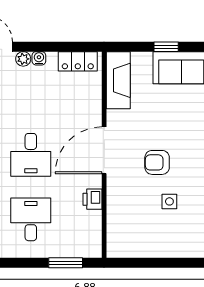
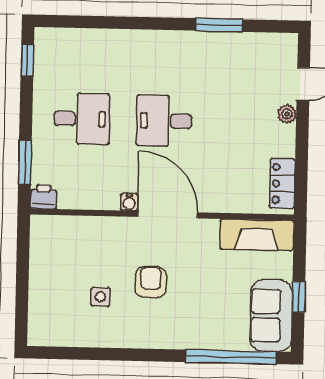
water cooler: (39, 58) -> (129, 202), moved, turned 90
printer: (92, 199) -> (44, 197), moved

